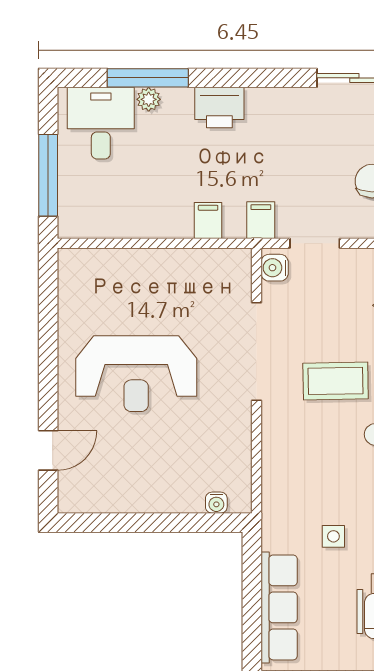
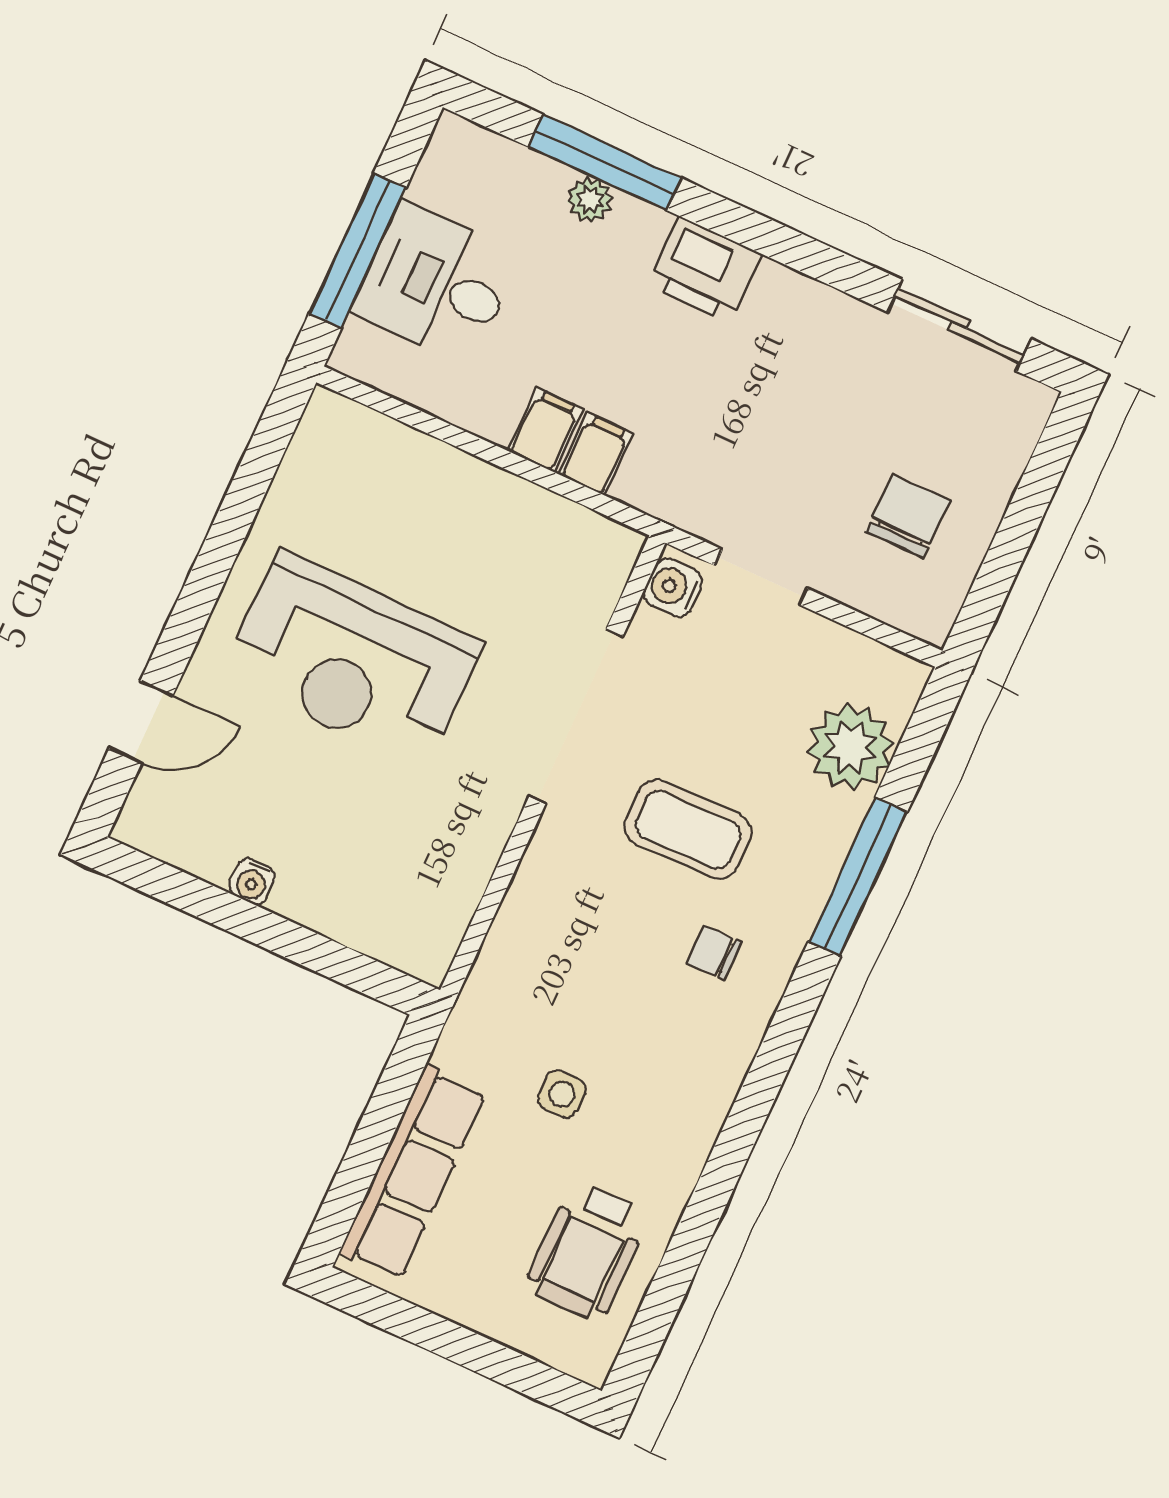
desk: (101, 123) -> (436, 284), moved, turned -90
filing cabinet: (261, 220) -> (545, 430), moved
water cooler: (216, 503) -> (252, 882), moved

